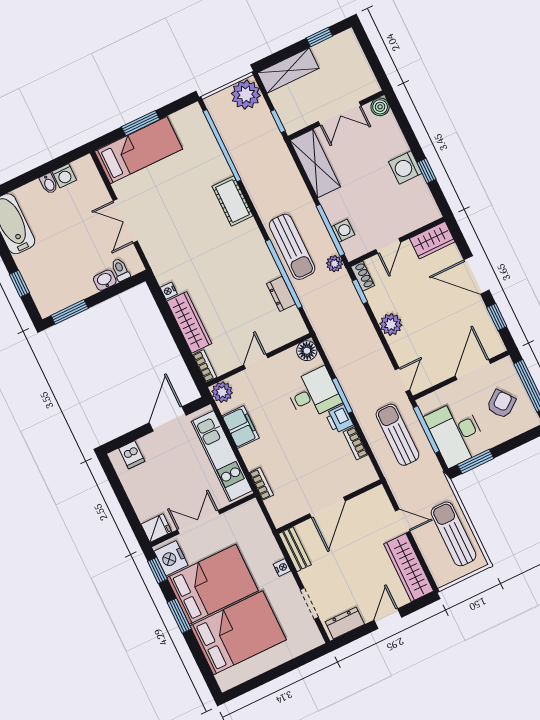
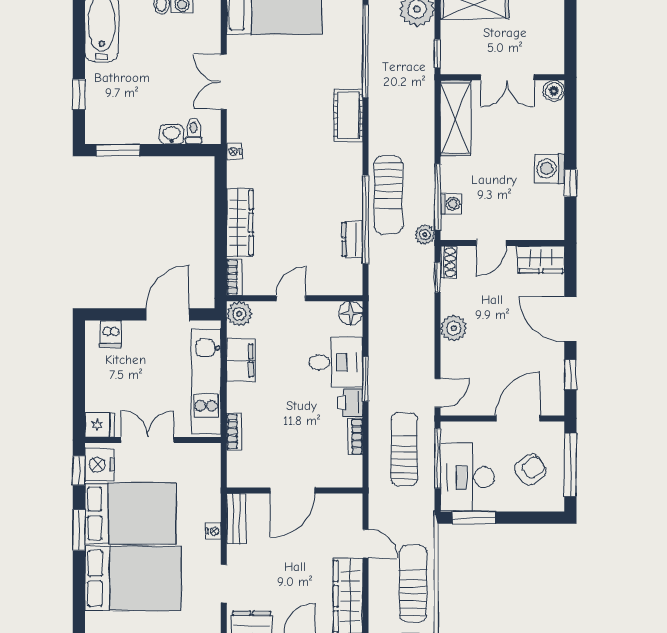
nightstand: (169, 291) -> (234, 152), moved

